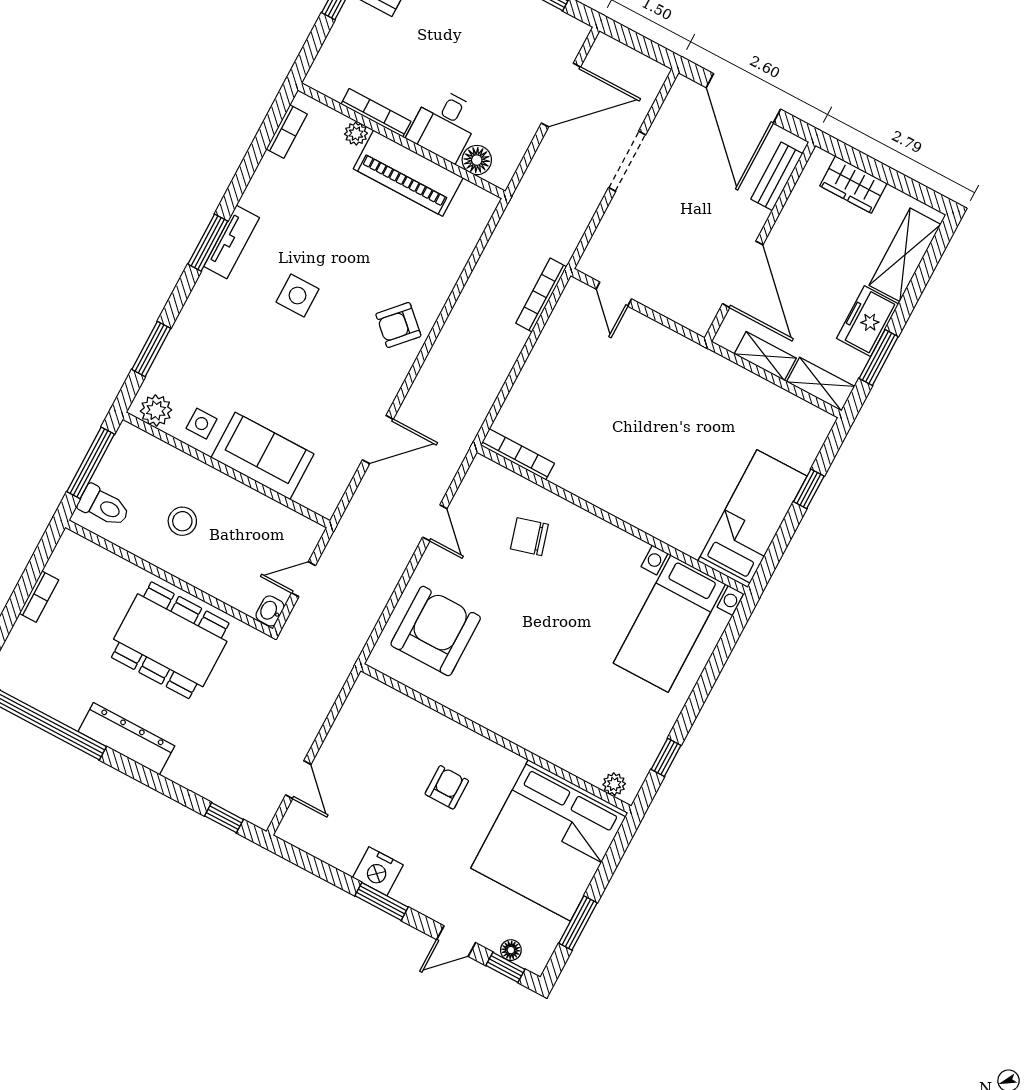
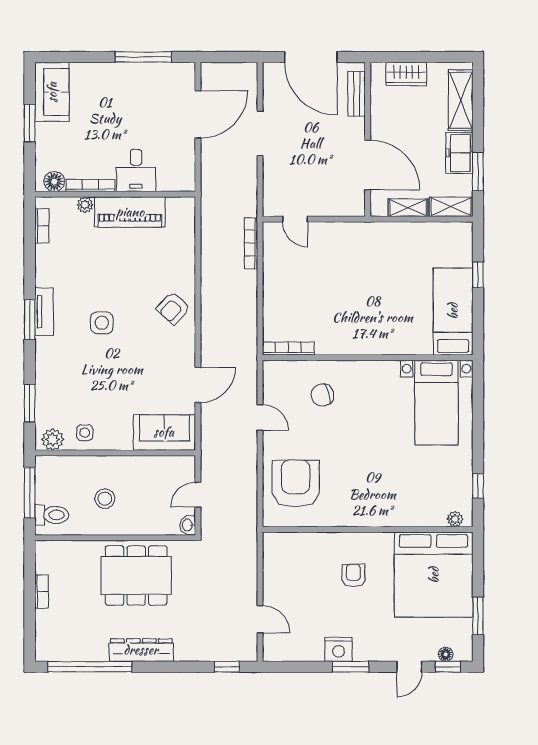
floor lamp: (477, 160) -> (54, 182), moved
sofa: (262, 456) -> (164, 432), moved

